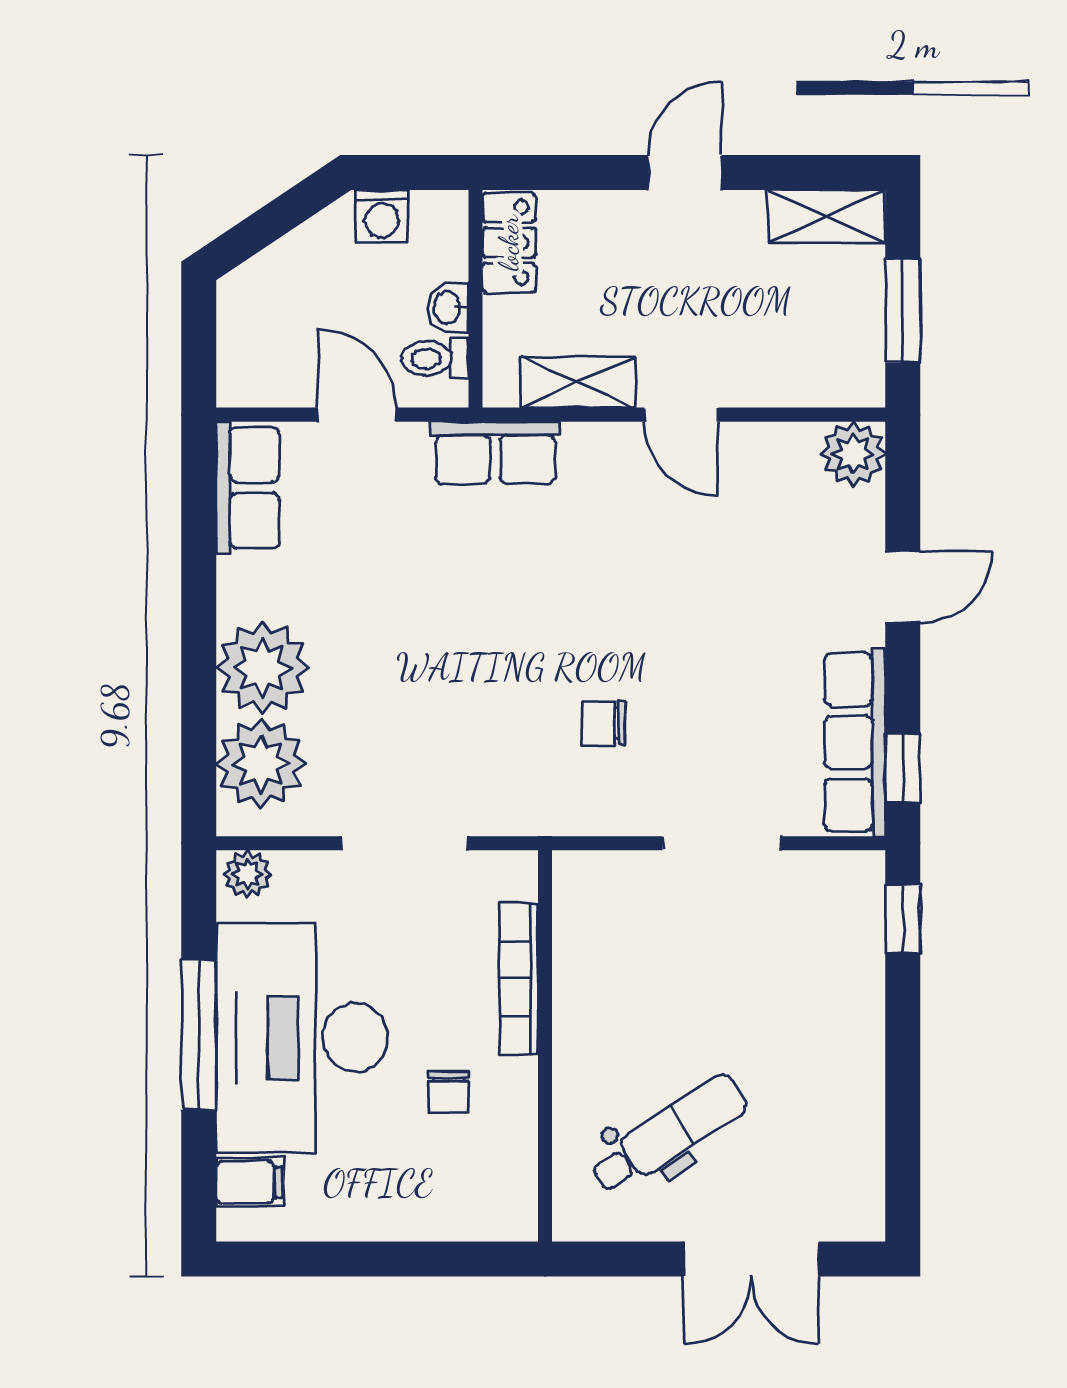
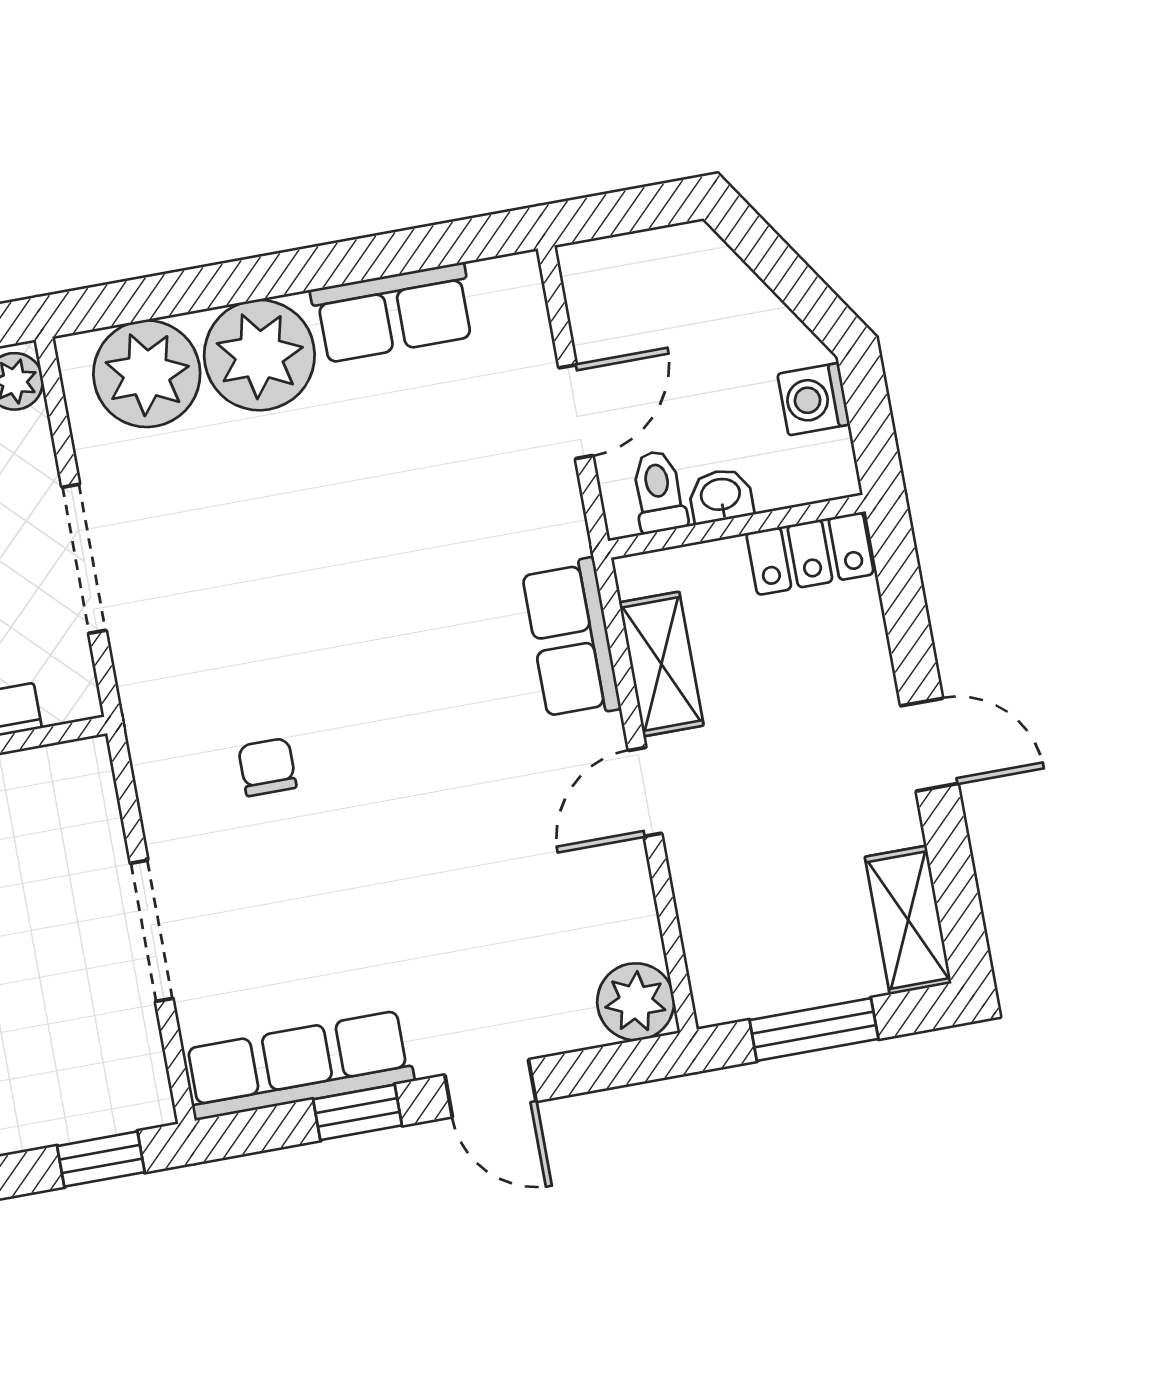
row of seats: (495, 453) -> (571, 639), moved
row of seats: (248, 488) -> (393, 313), moved
window: (903, 768) -> (358, 1112), moved

